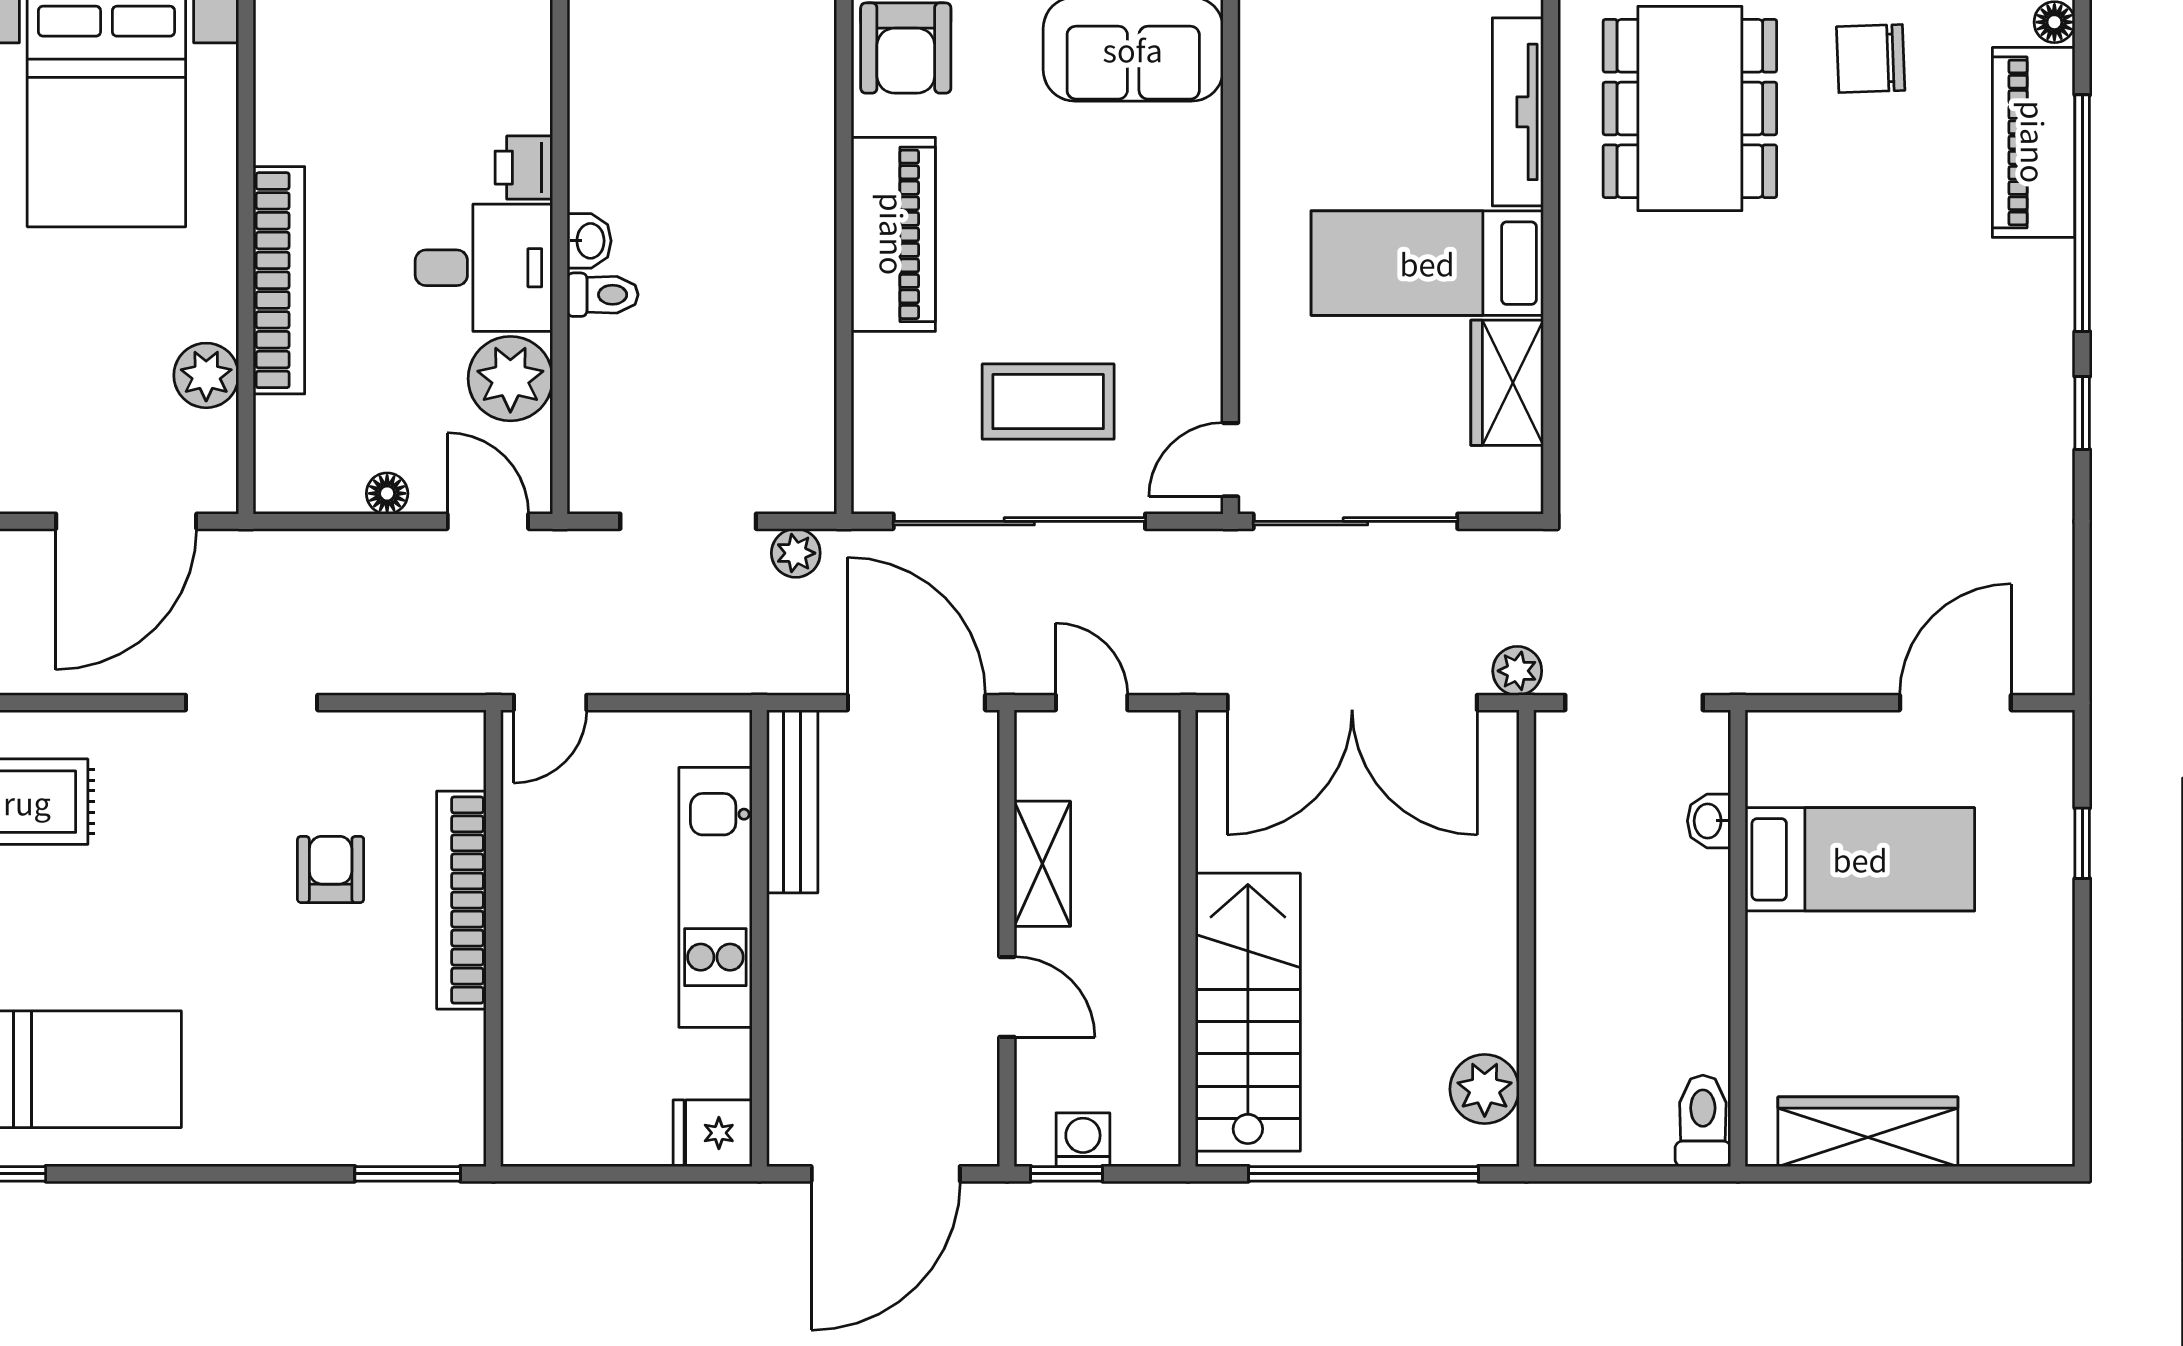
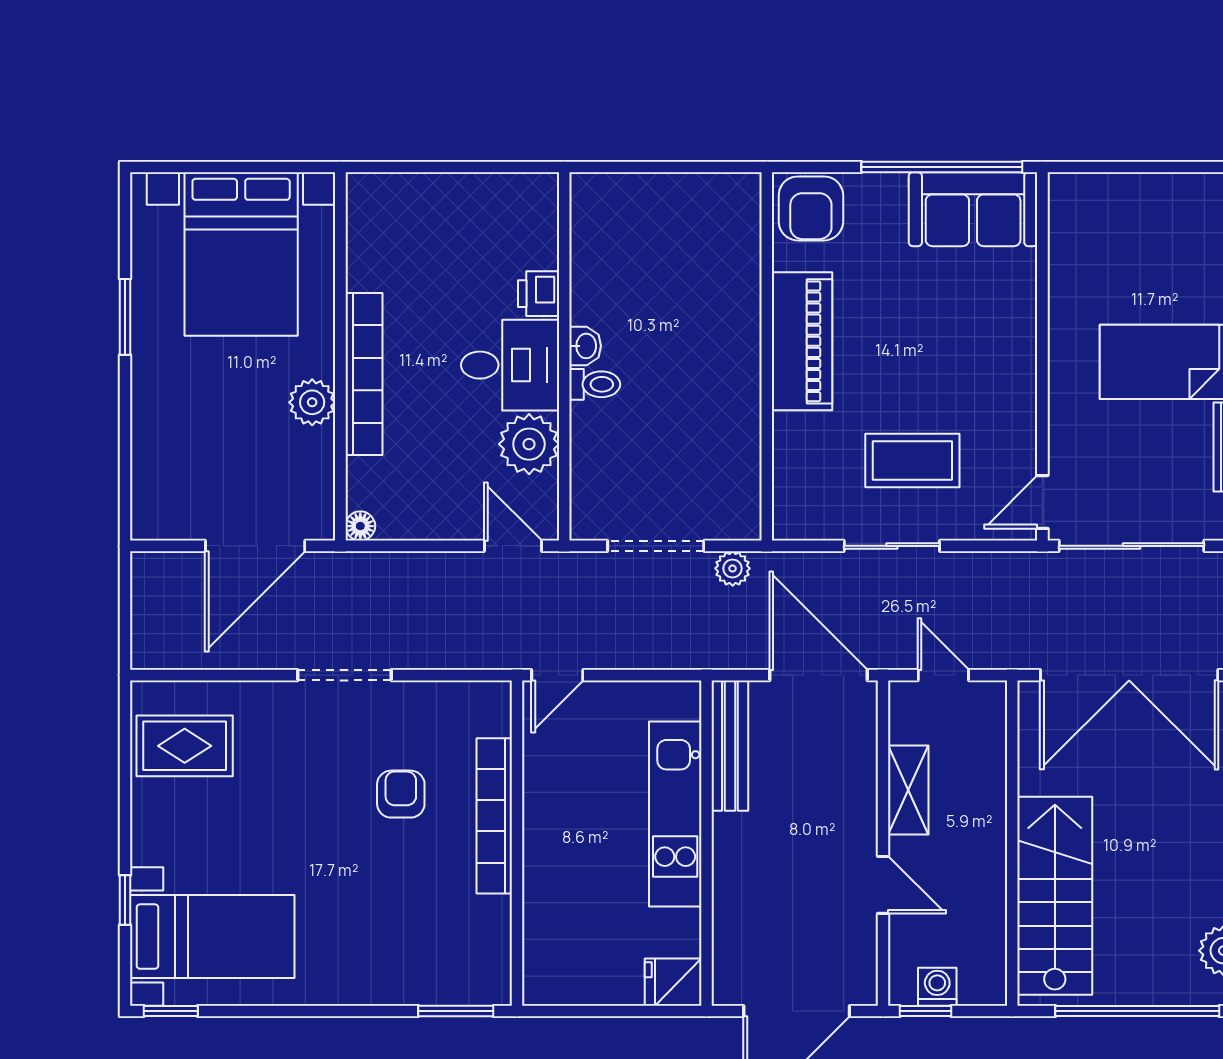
plant: (206, 375) -> (312, 402), moved
floor lamp: (387, 493) -> (360, 526), moved
sliding door: (1019, 521) -> (892, 546), width x0.54

